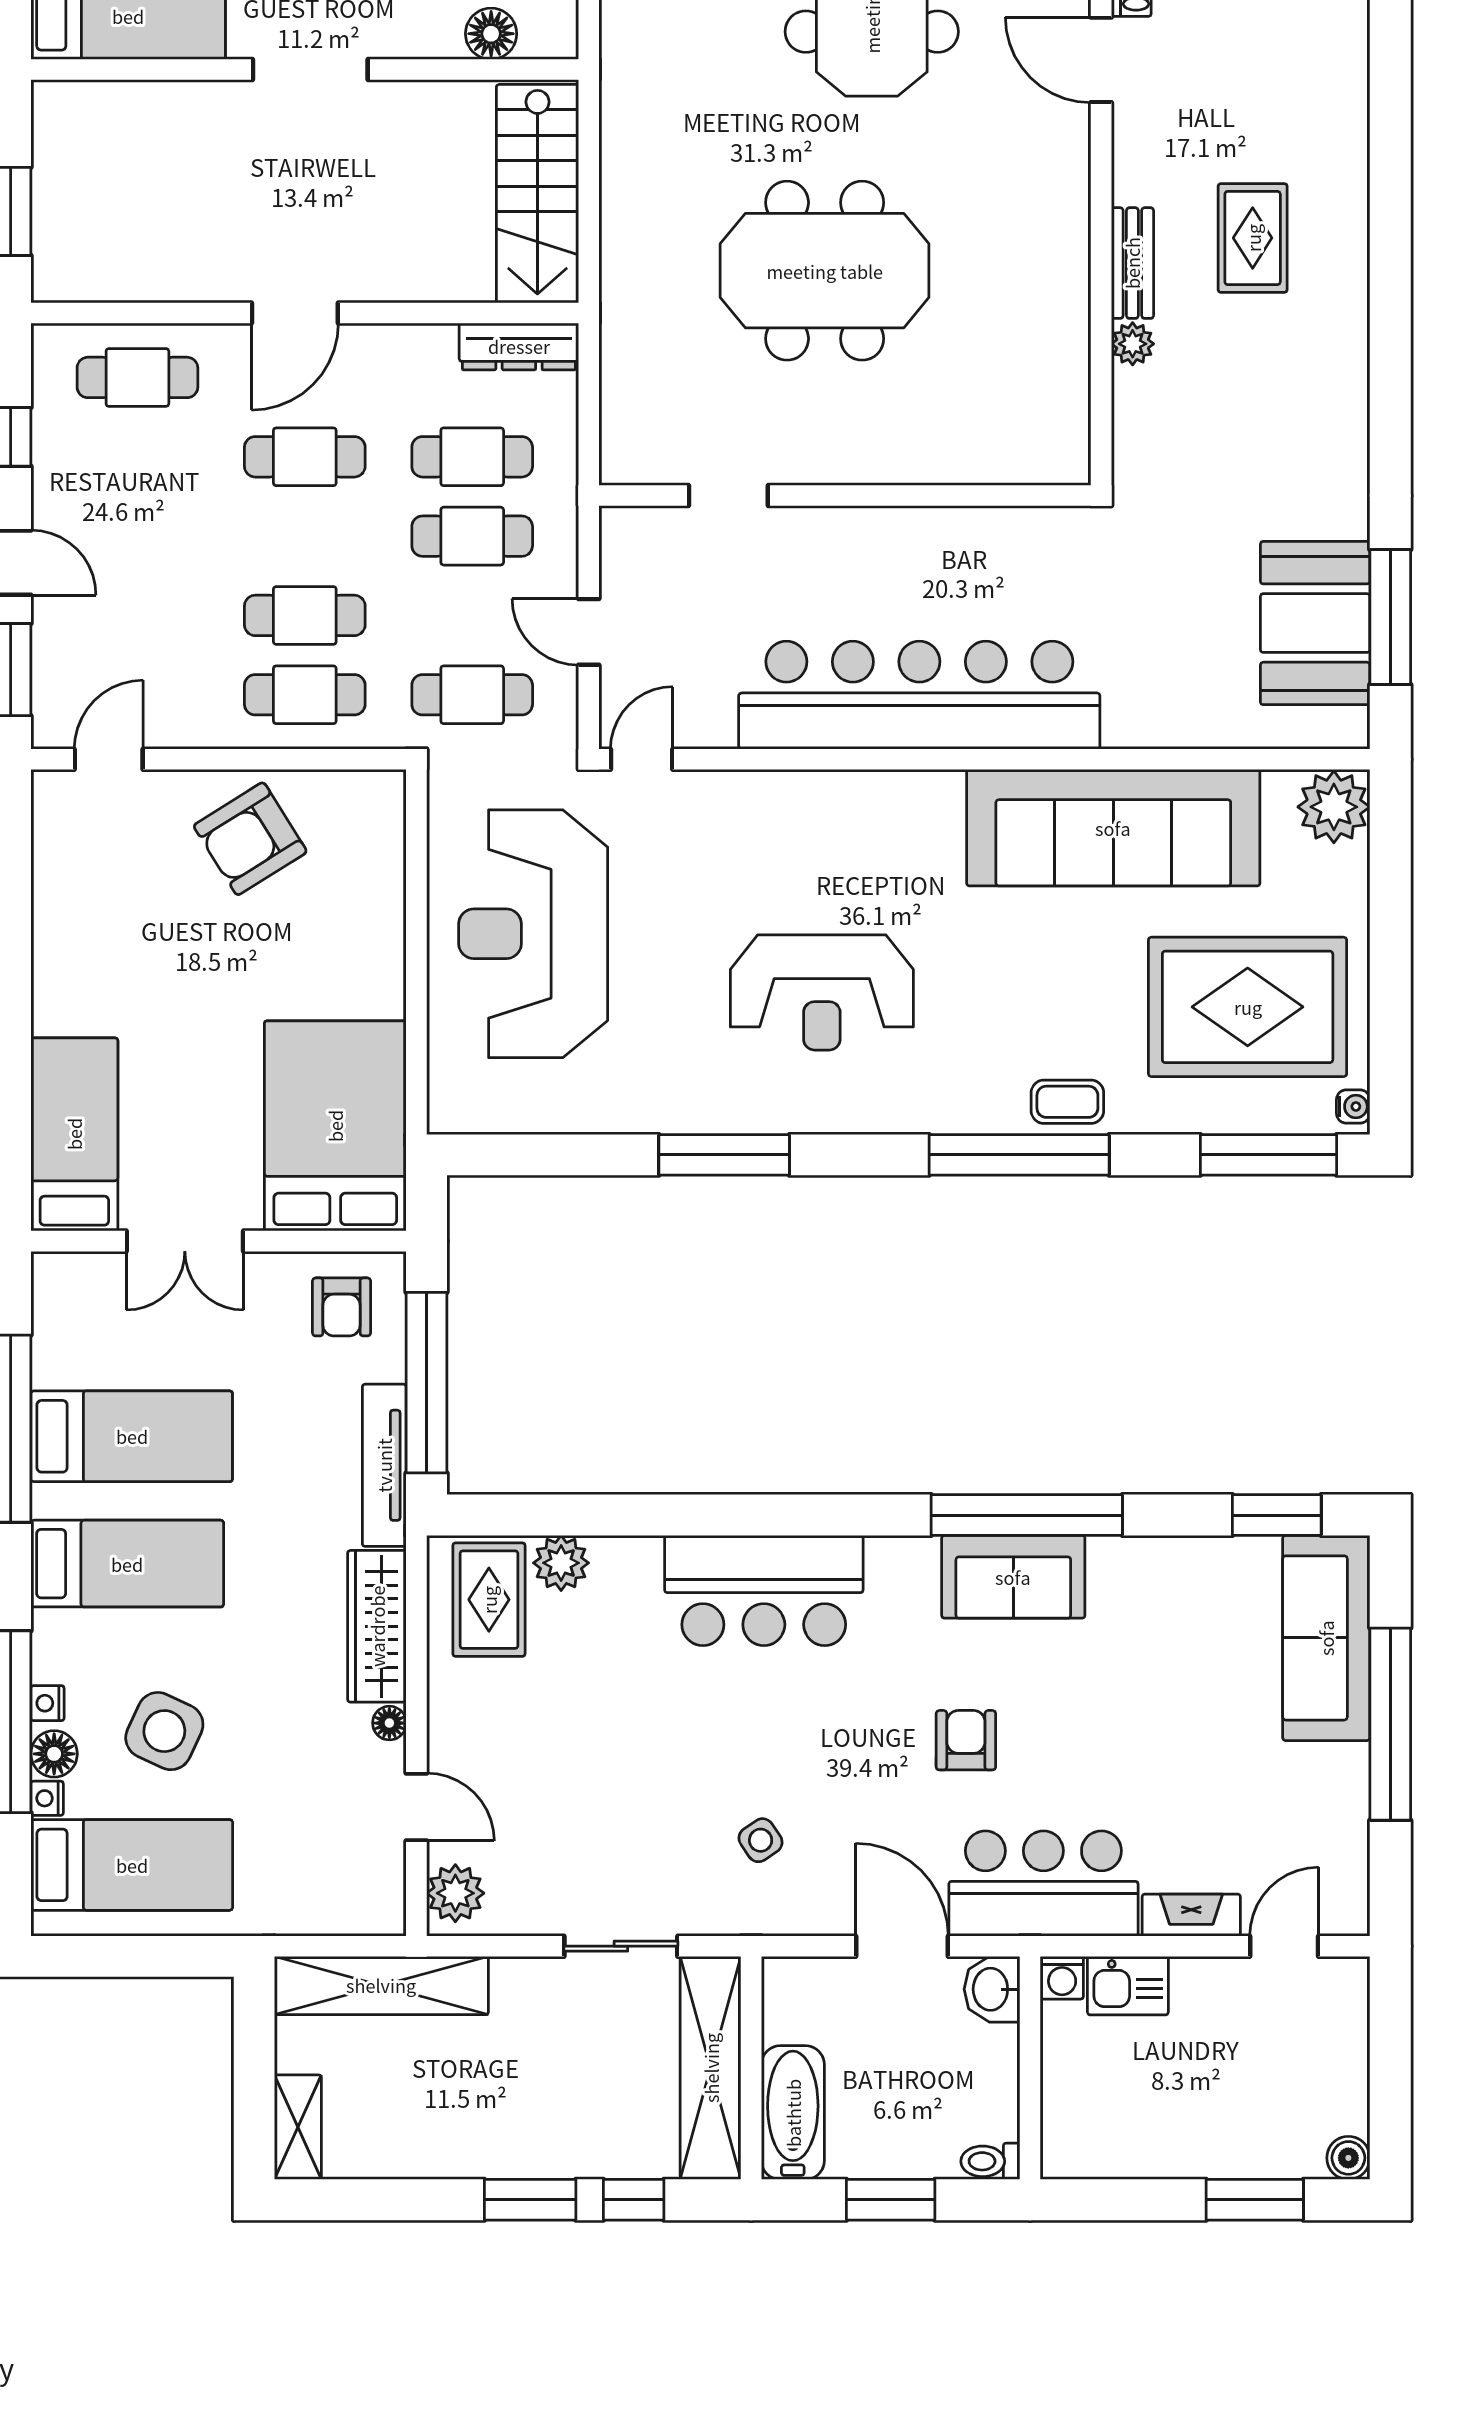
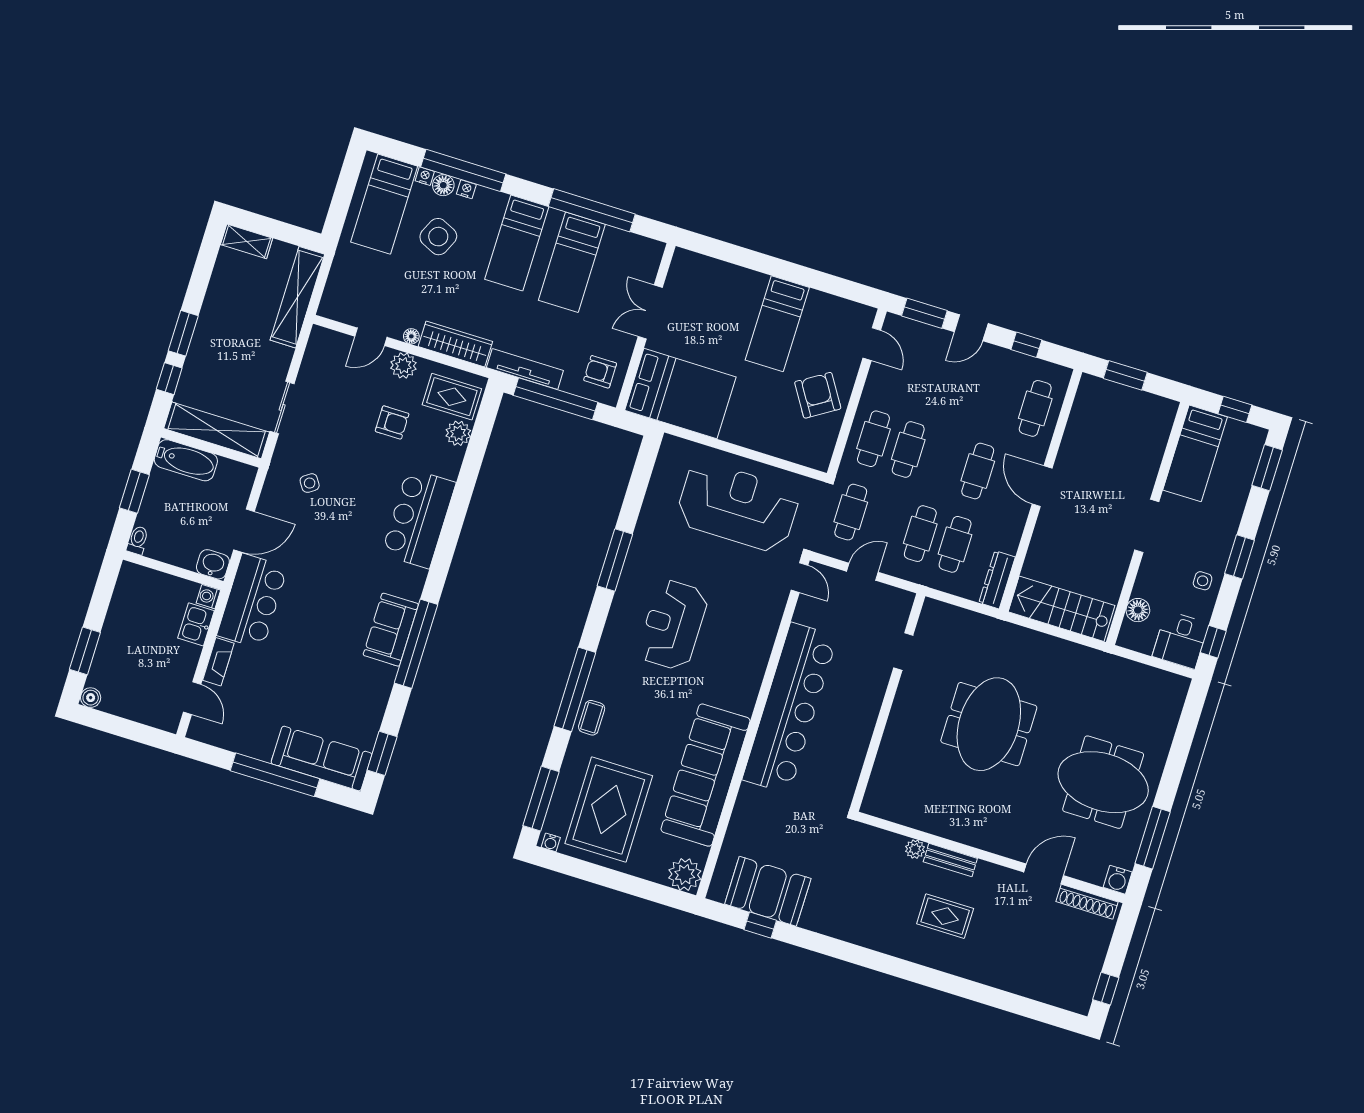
window: (1390, 617) -> (760, 925), width x0.46
bed: (74, 1134) -> (777, 324), moved, turned 90
armchair: (966, 1740) -> (392, 422), moved
plant: (455, 1893) -> (403, 366), moved

